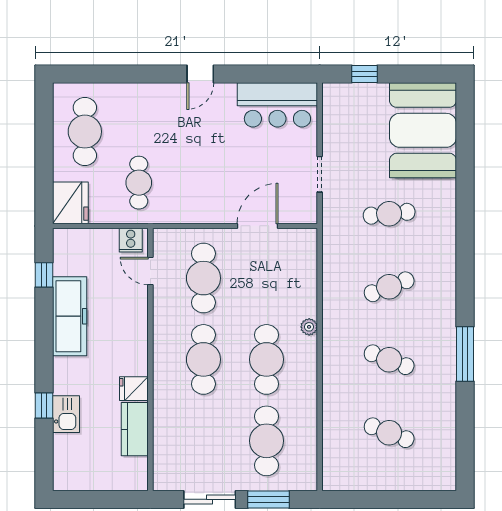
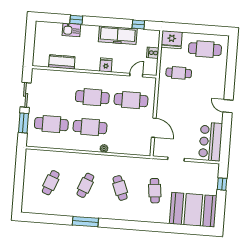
cooker: (131, 240) -> (153, 53), moved
fridge: (134, 389) -> (106, 65), moved

